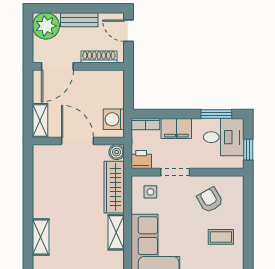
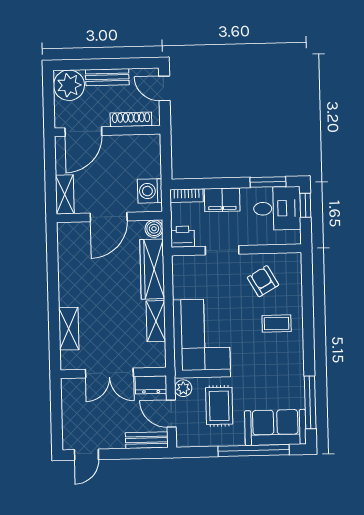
door: (77, 141) -> (109, 217), swing flipped
window: (248, 150) -> (305, 205), moved
side table: (150, 192) -> (194, 274), removed

